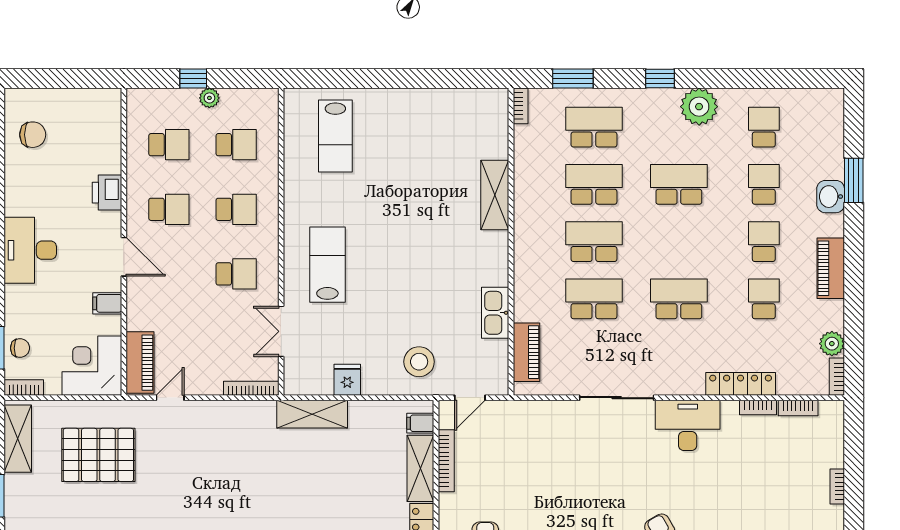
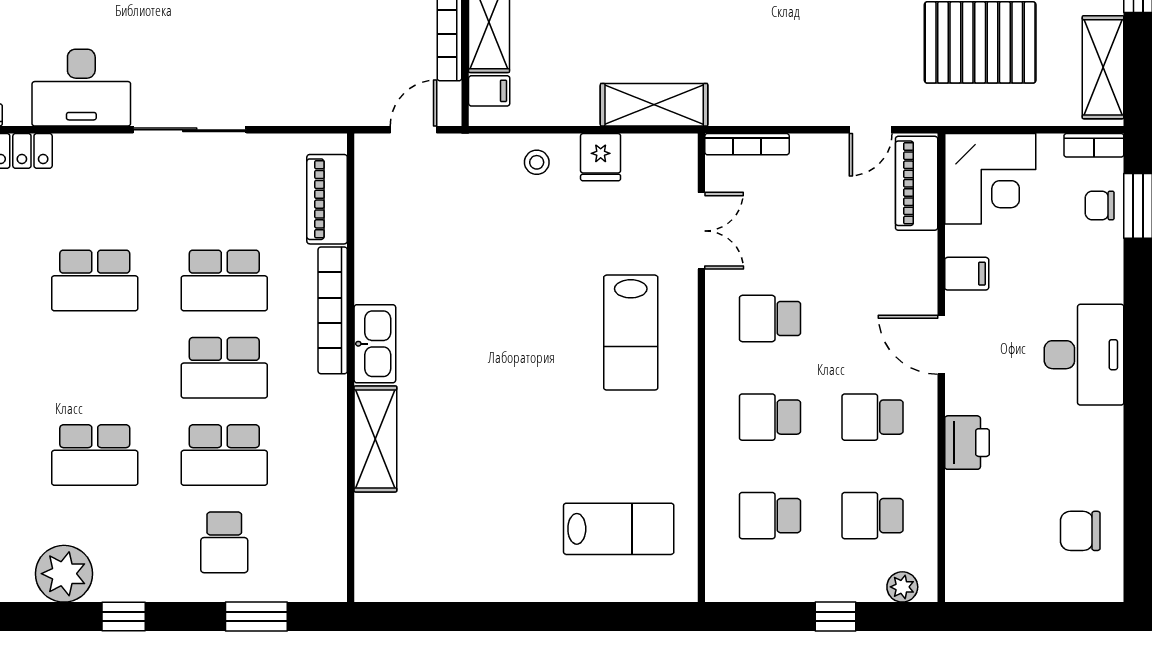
plant: (209, 98) -> (902, 587), moved
bookcase: (521, 106) -> (333, 310), moved, width x2.31, depth x1.31
school desk: (594, 127) -> (224, 542), width x0.54
lab bench: (335, 136) -> (619, 529), turned 90
kitchen sink: (495, 313) -> (375, 344), moved
stool: (419, 362) -> (537, 162), moved, width x0.53, depth x0.53

